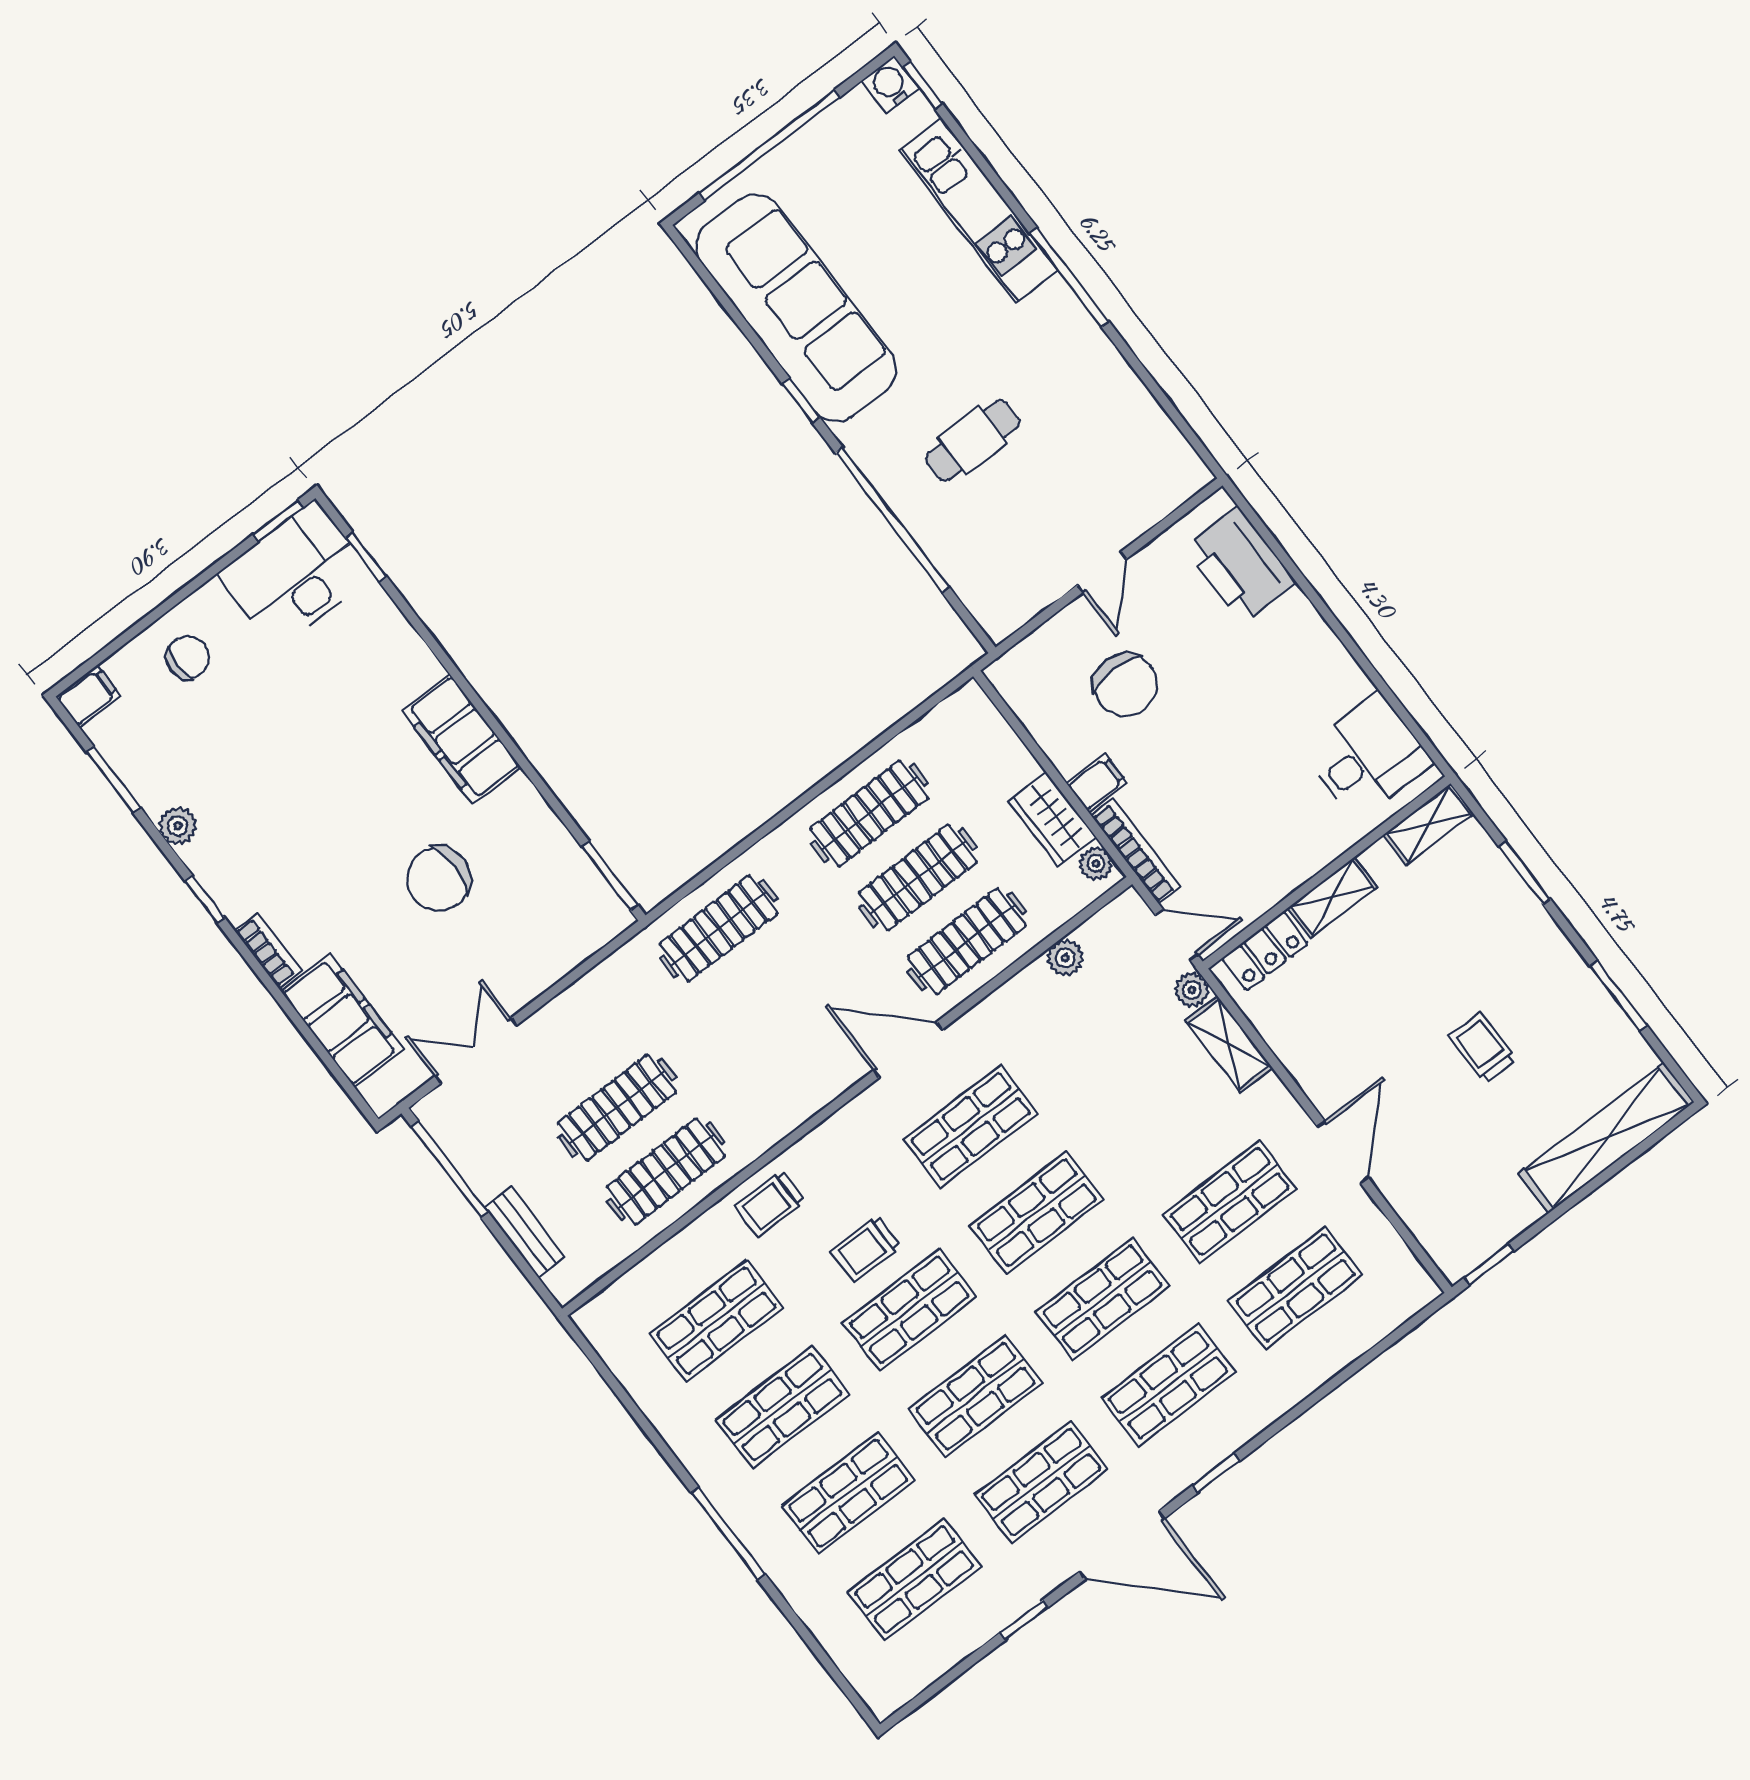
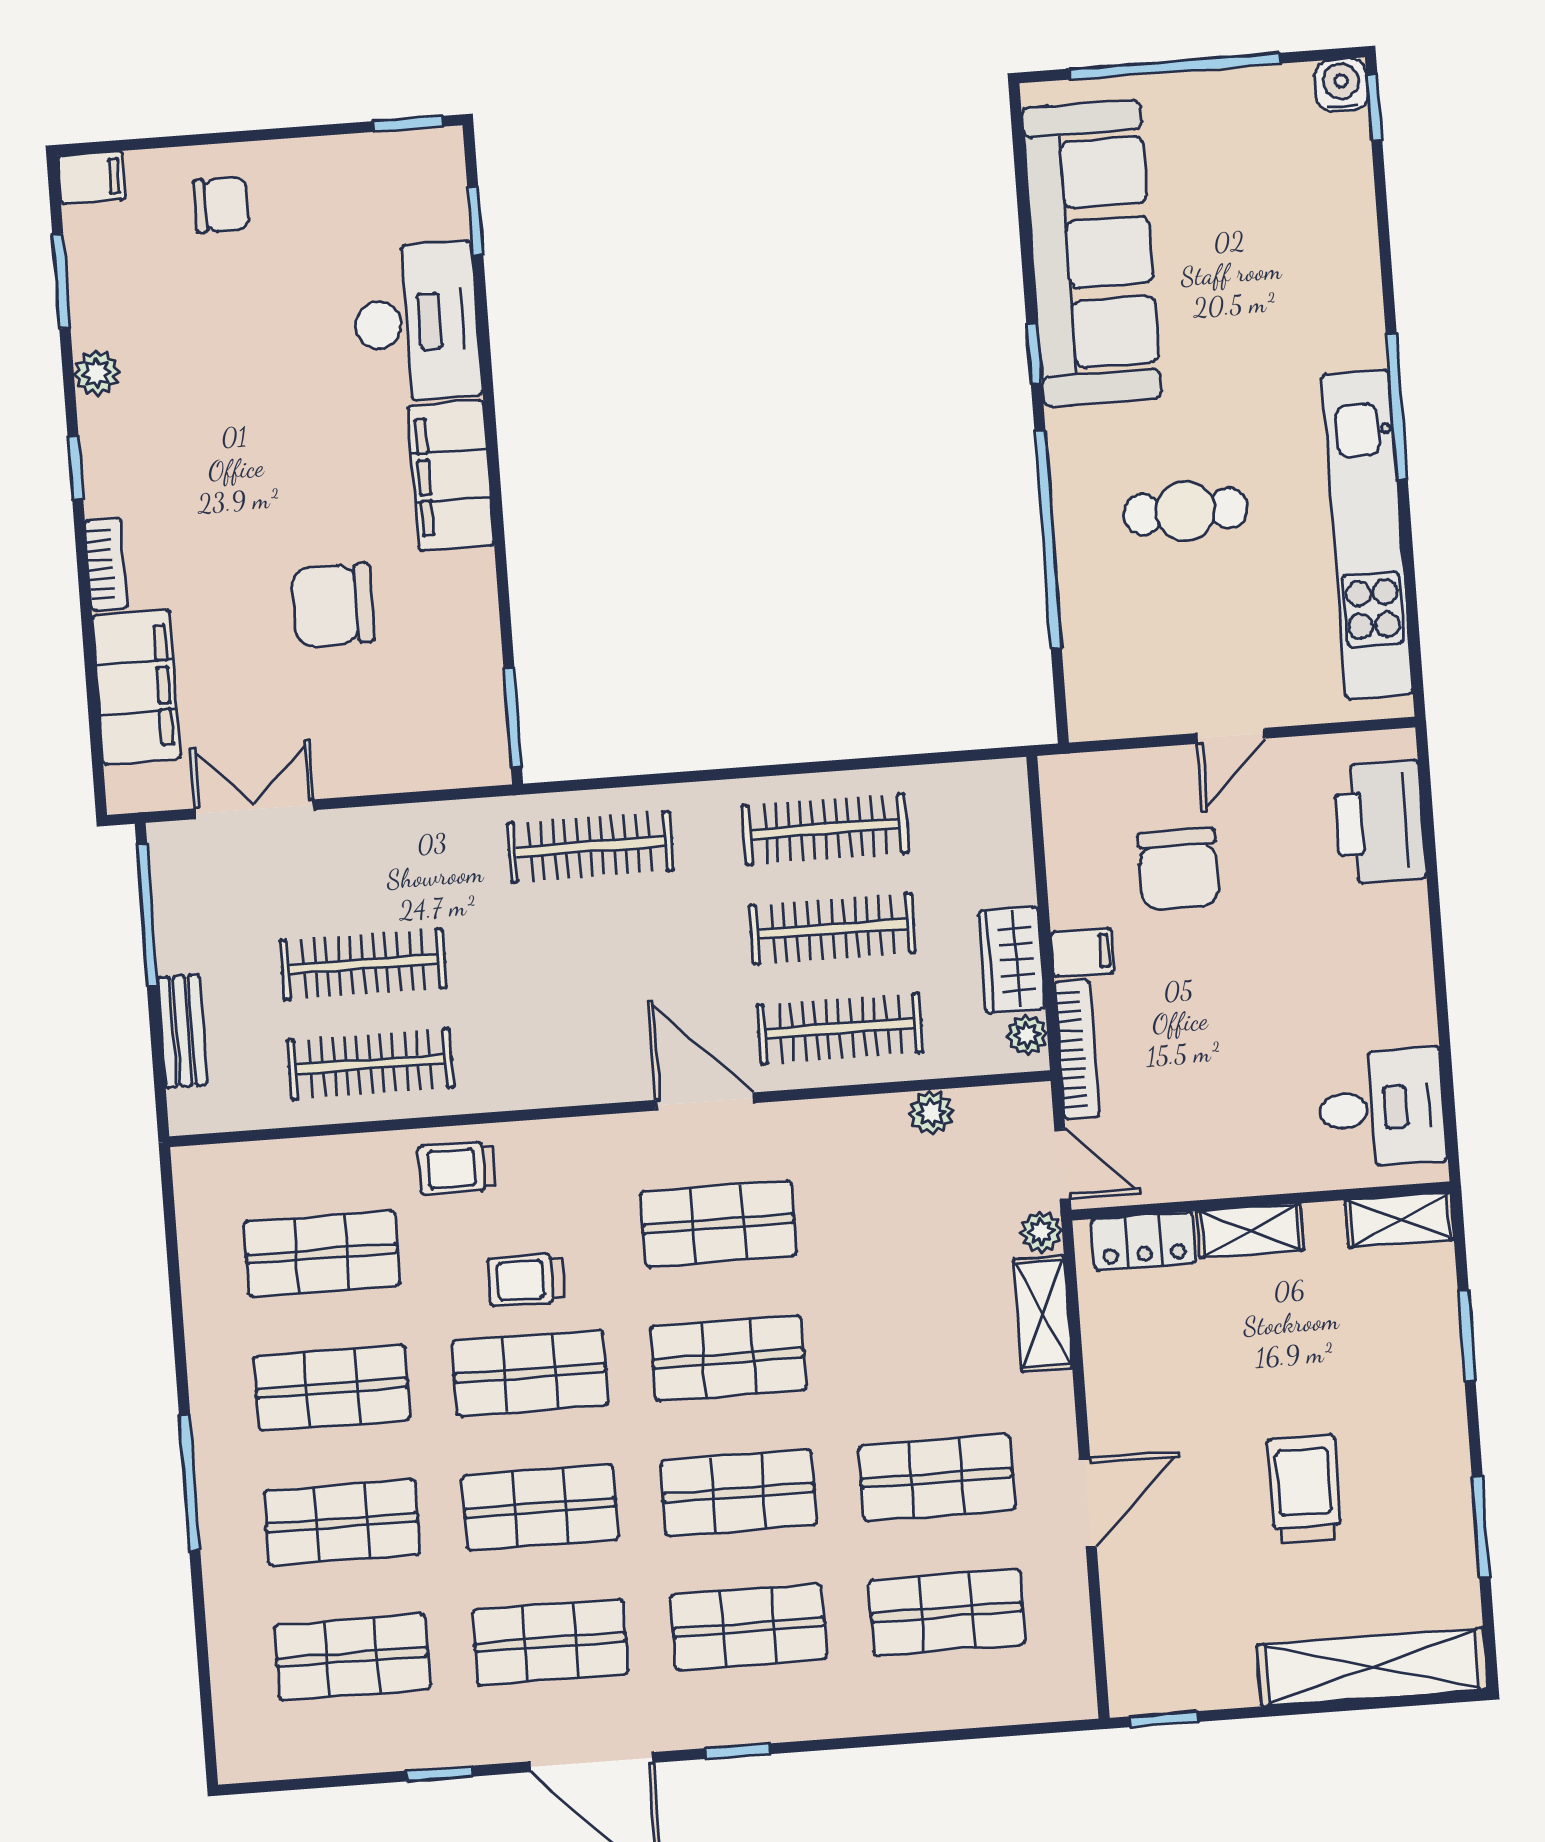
kitchen unit: (979, 211) -> (1367, 534), moved, width x1.36
desk: (296, 575) -> (416, 322), moved, turned 90
trolley: (1483, 1048) -> (1304, 1489), width x1.36, depth x1.39

